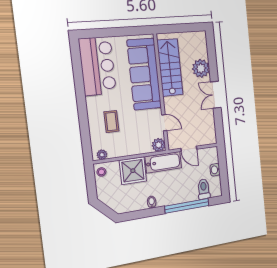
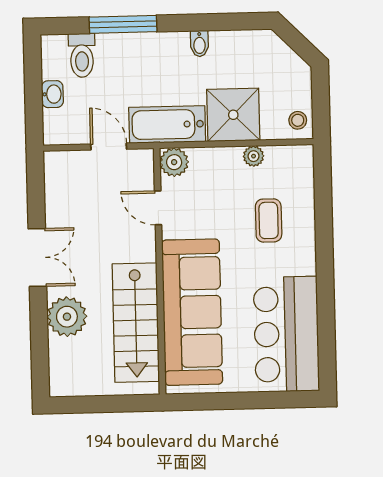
plant: (102, 155) -> (254, 156), moved
window: (187, 206) -> (123, 24), width x0.68

